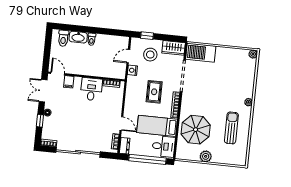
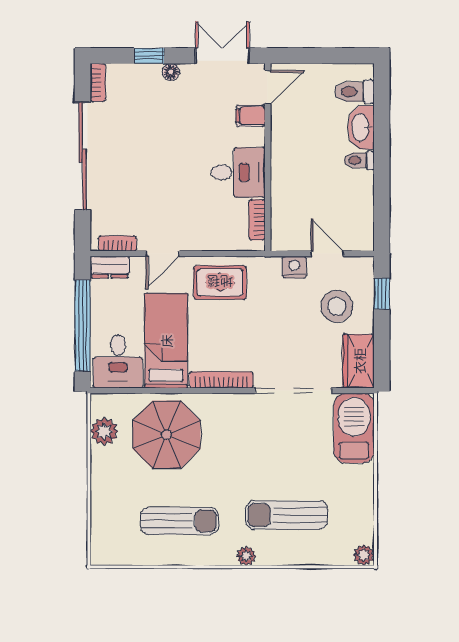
sun lounger: (233, 84) -> (287, 515), added
rug: (154, 92) -> (220, 282), moved
plant: (206, 156) -> (104, 431), moved

